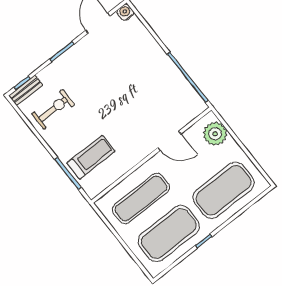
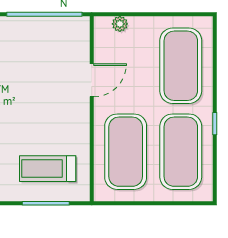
plant: (215, 134) -> (120, 24), width x0.53, depth x0.53
treadmill: (91, 157) -> (48, 169), turned -90
exercise mat: (141, 198) -> (126, 152), width x1.47

